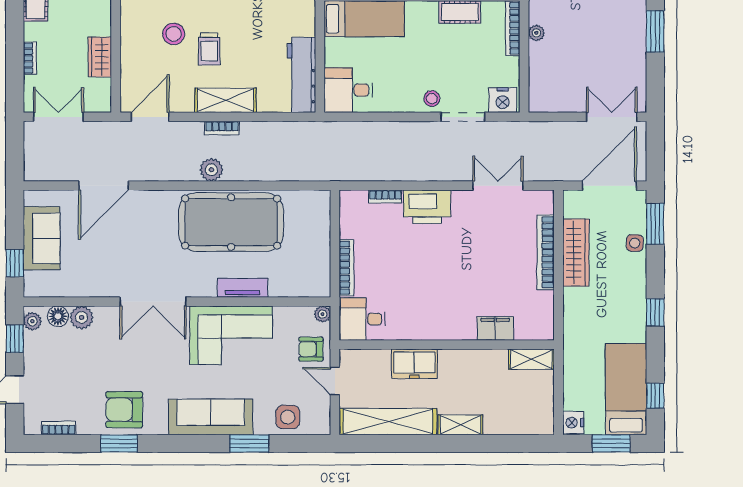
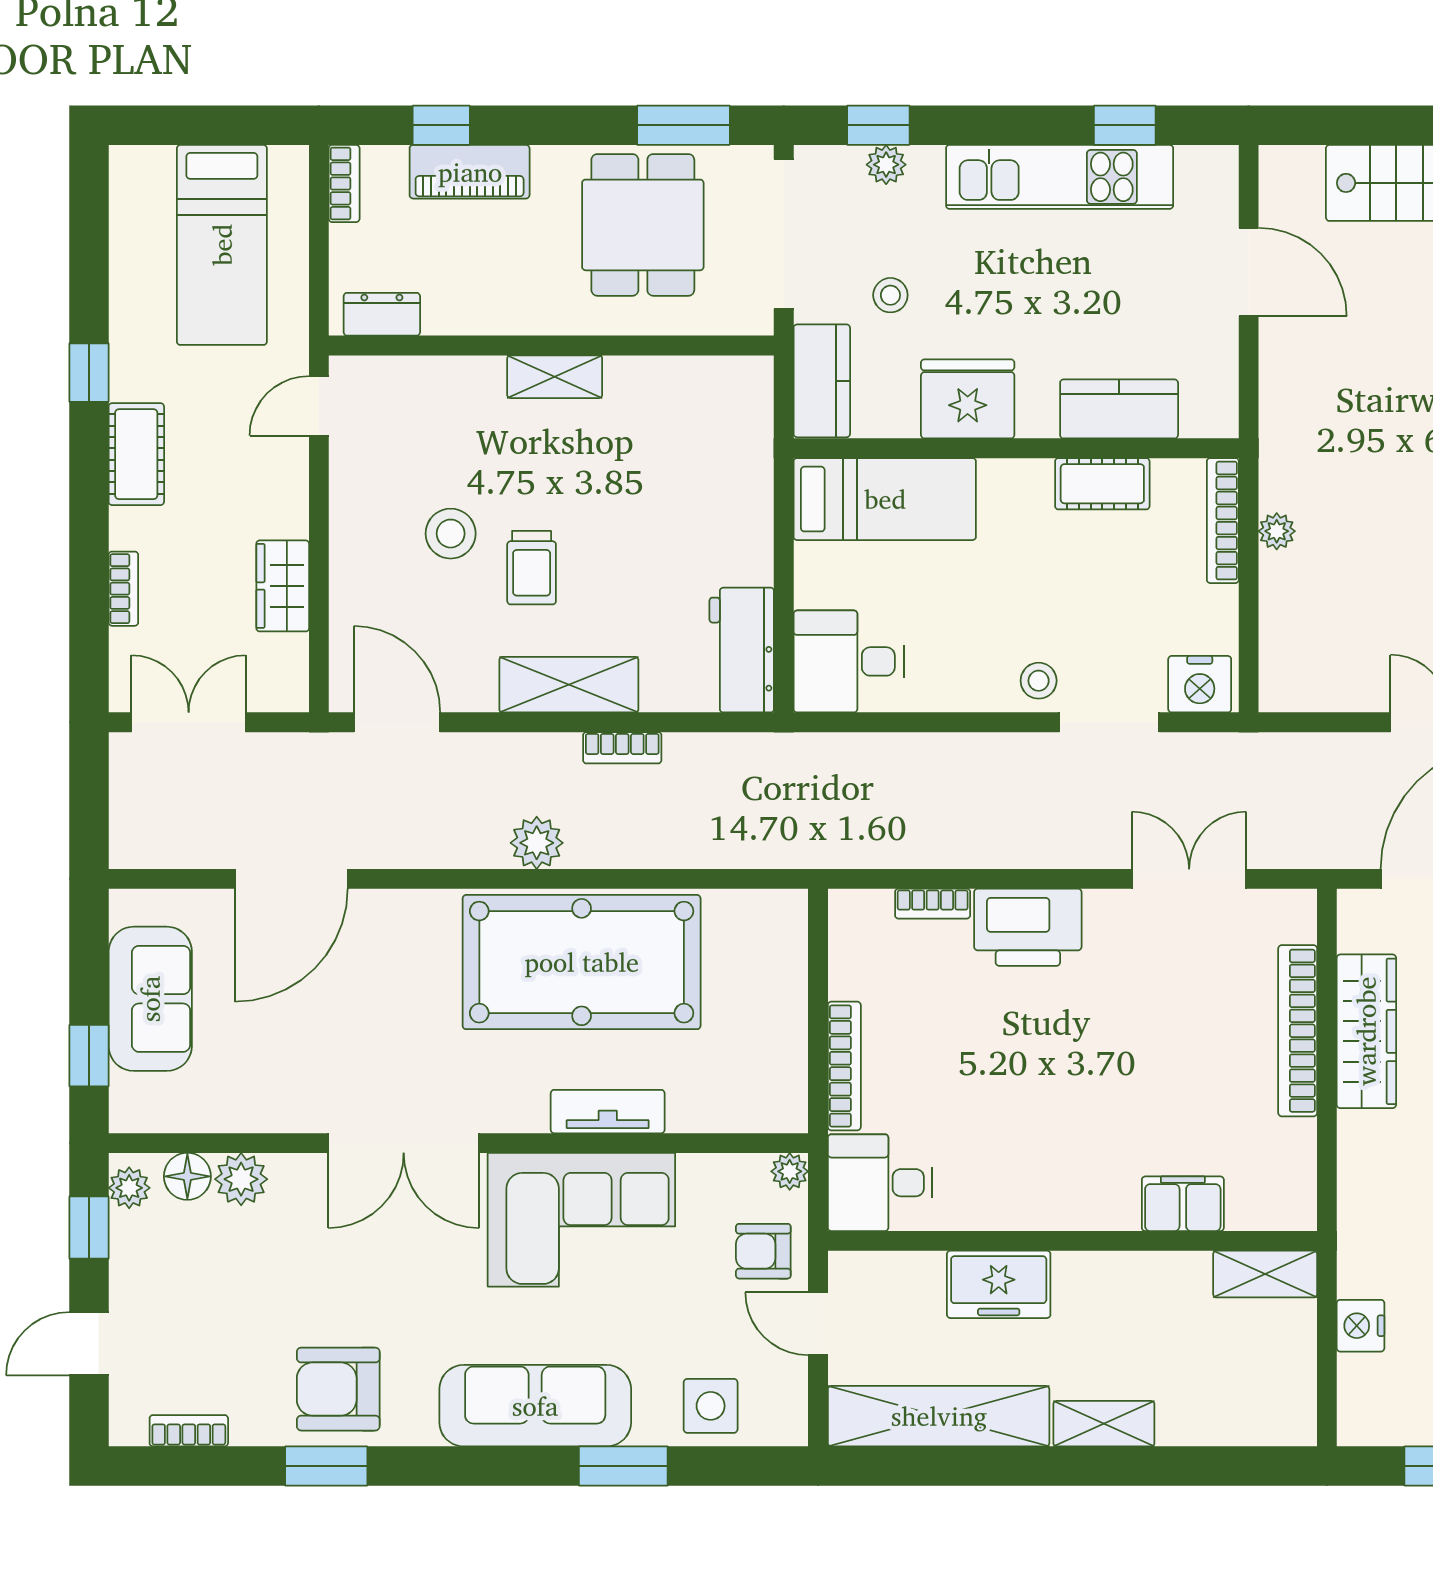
workbench: (301, 75) -> (742, 650), width x0.73
door: (150, 117) -> (397, 722), hinge flipped
bookcase: (222, 128) -> (622, 748), moved
nightstand: (573, 423) -> (1361, 1326), moved

